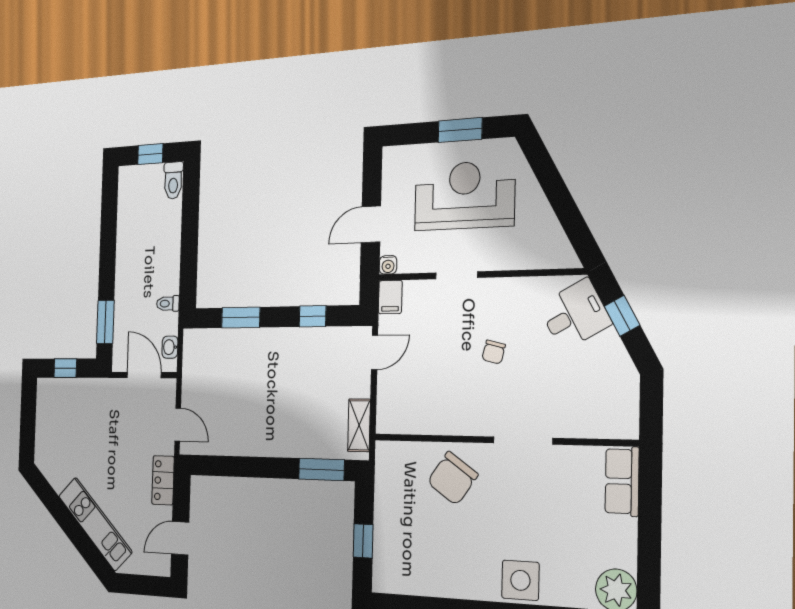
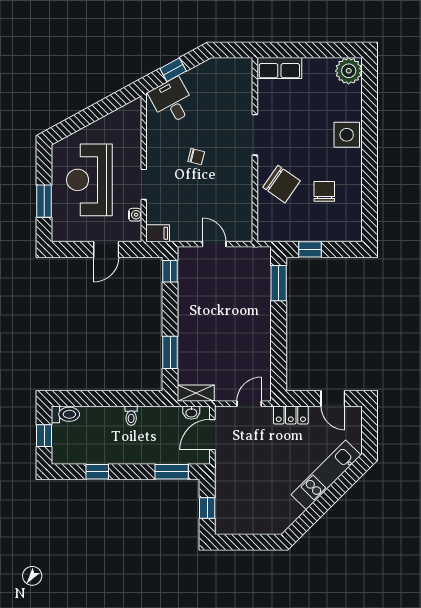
window: (460, 130) -> (44, 201), moved
door: (371, 224) -> (106, 249), hinge flipped
window: (109, 226) -> (97, 472), added
water cooler: (388, 265) -> (135, 215), moved
toilet: (168, 304) -> (131, 416), moved
window: (313, 316) -> (170, 271), moved
door: (375, 352) -> (214, 244), moved
shelving: (359, 425) -> (196, 393), moved
window: (363, 541) -> (310, 249), moved
chair: (441, 541) -> (324, 191), added

